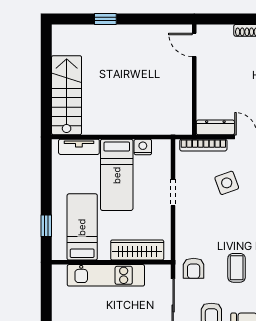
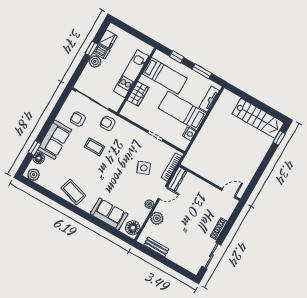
window: (105, 19) -> (279, 138), moved
stairs: (67, 95) -> (258, 118), moved
window: (46, 179) -> (202, 71), added
wardrobe: (137, 250) -> (138, 94), width x0.67

